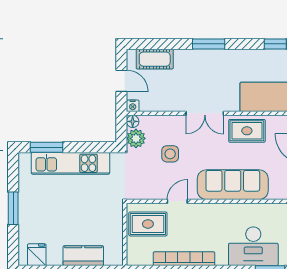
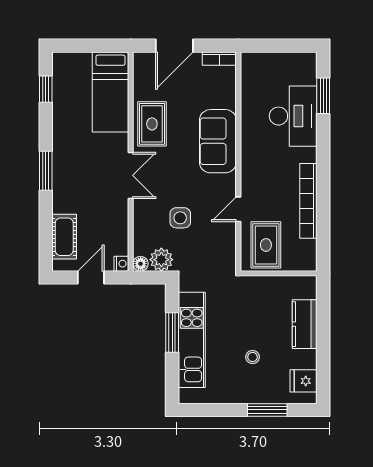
window: (47, 147) -> (172, 333), moved
sofa: (233, 185) -> (218, 141), width x0.73
door: (177, 201) -> (238, 209), hinge flipped
window: (13, 208) -> (267, 410), moved
stool: (56, 213) -> (253, 357), added

